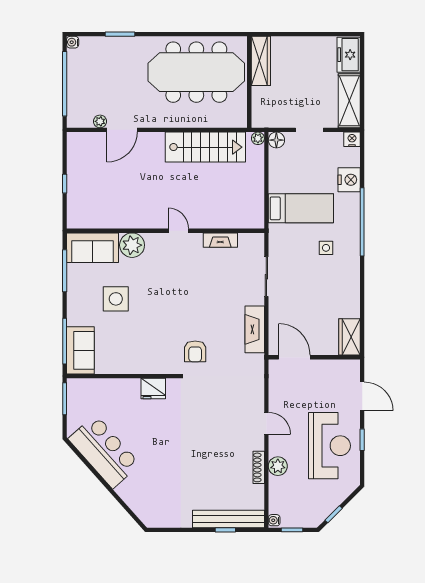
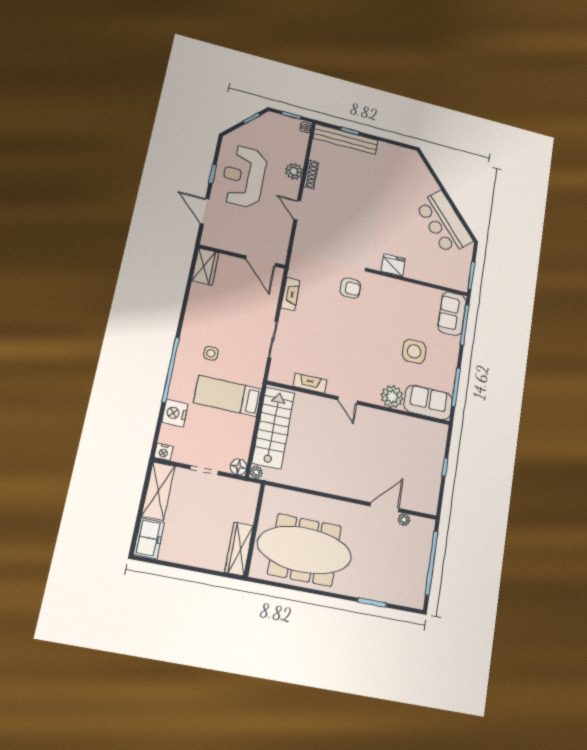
water cooler: (73, 42) -> (418, 603), removed
stairs: (205, 147) -> (273, 428), moved, turned 90
fireplace: (255, 329) -> (291, 294), width x0.73, depth x0.76
armchair: (195, 351) -> (350, 288), turned 90

